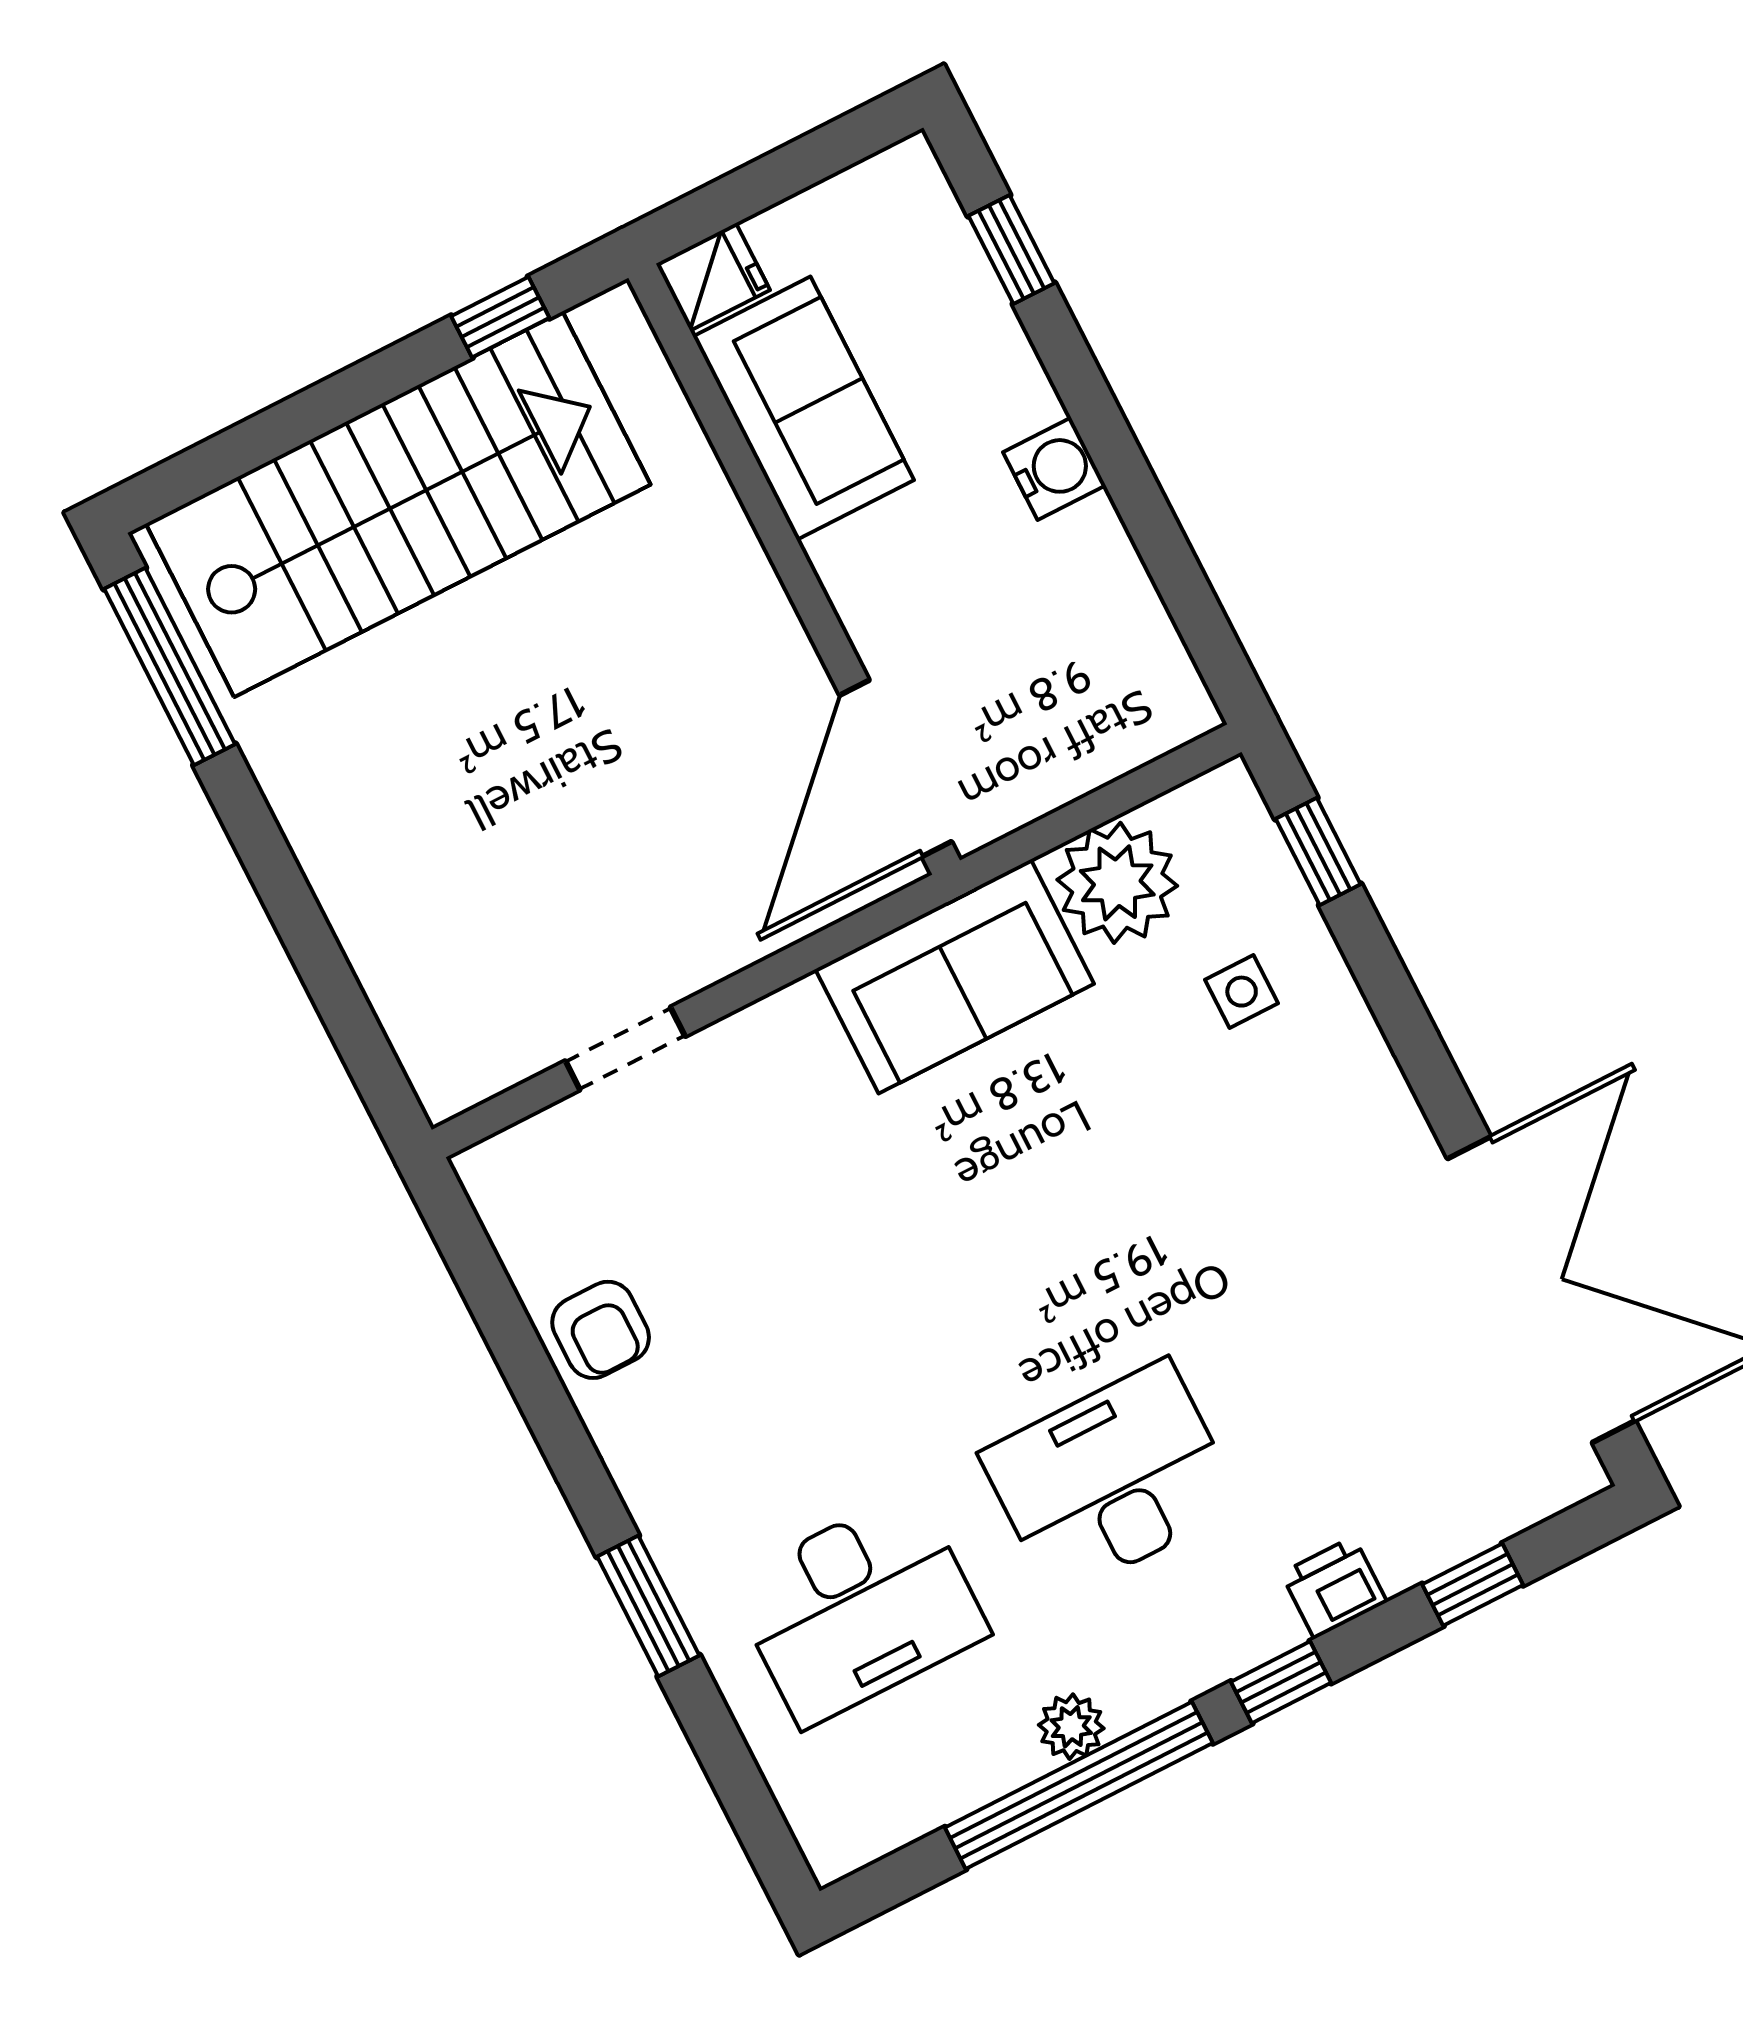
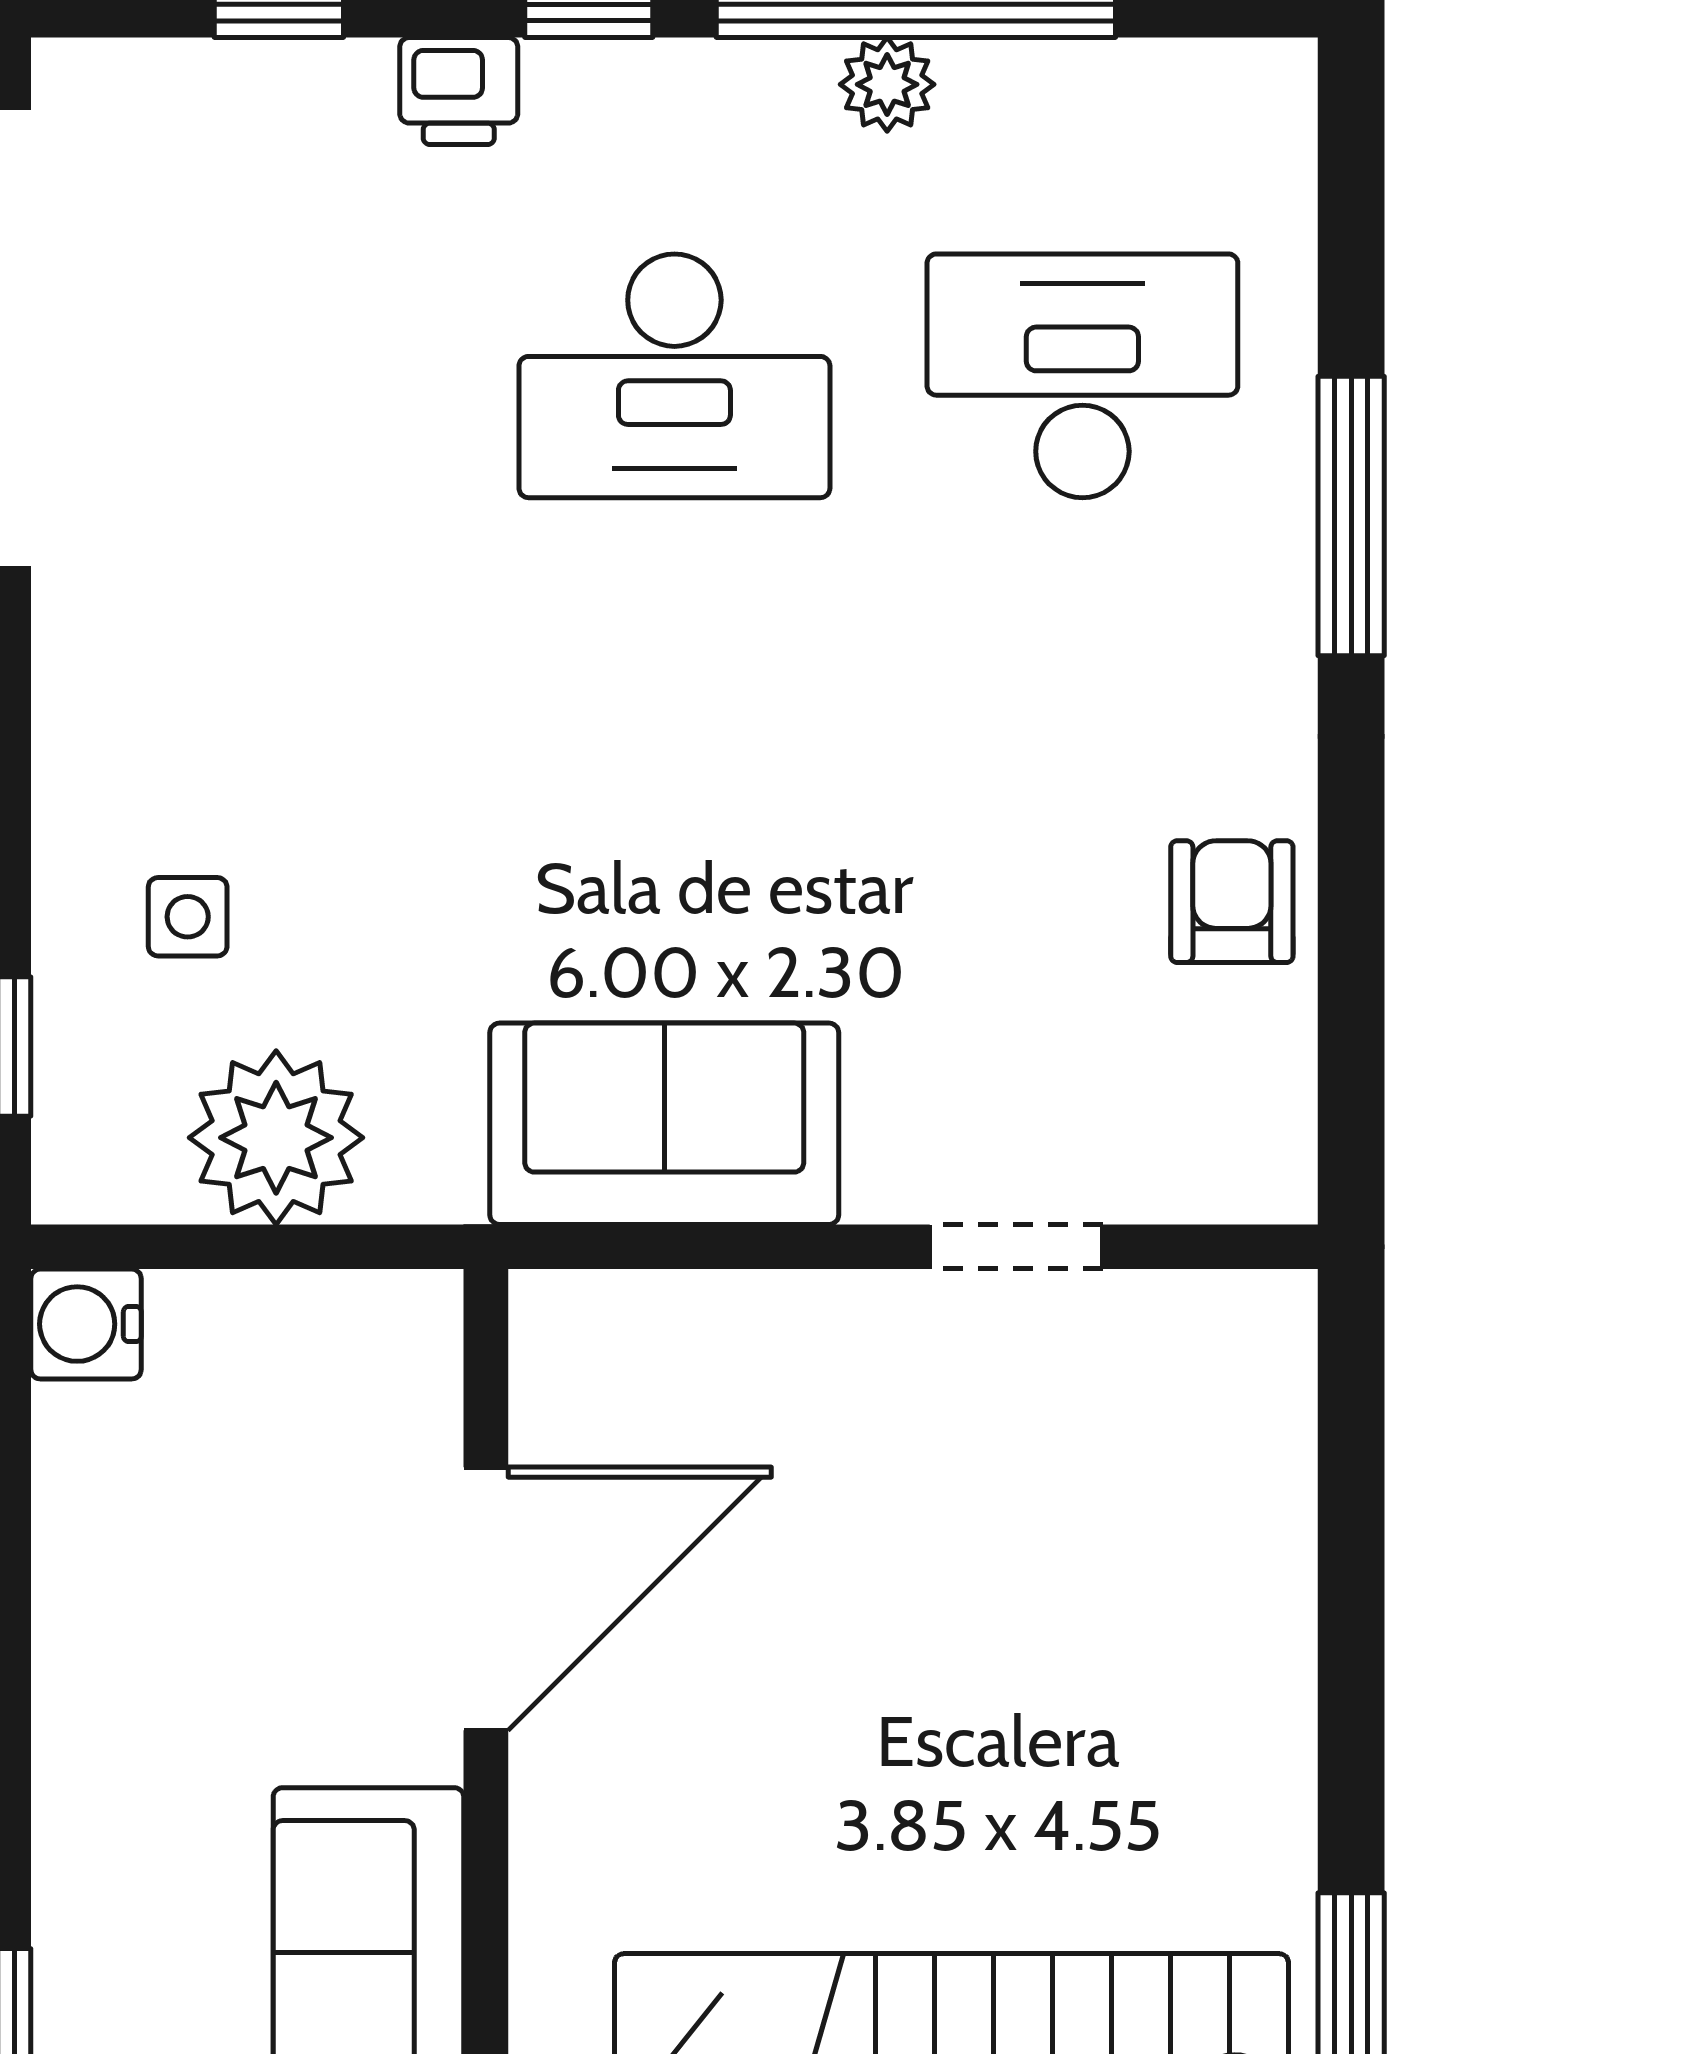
water cooler: (1054, 469) -> (86, 1324), moved
door: (896, 768) -> (486, 1599), moved
sofa: (955, 976) -> (664, 1124), moved
window: (648, 1606) -> (1351, 516), width x1.44

